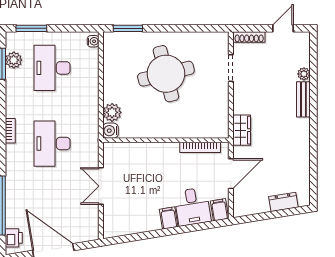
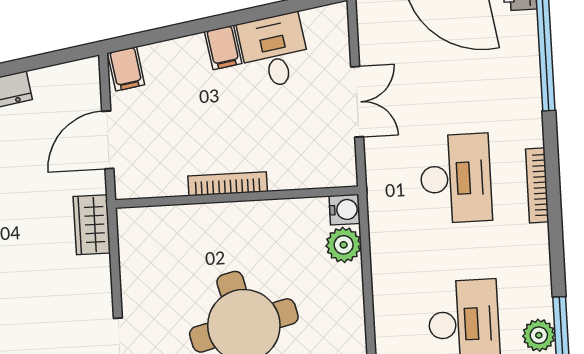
bookcase: (10, 131) -> (537, 185), width x1.56
bookcase: (200, 147) -> (228, 184), moved
desk: (192, 207) -> (274, 51), moved

